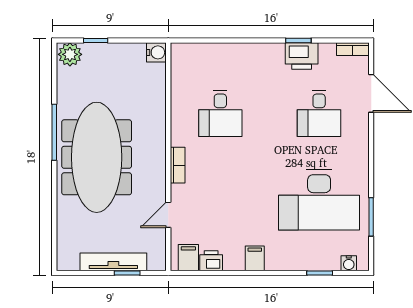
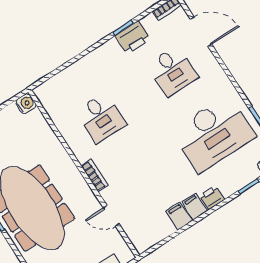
door: (168, 215) -> (111, 216), hinge flipped
filing cabinet: (188, 258) -> (179, 216), moved
printer: (211, 261) -> (212, 198), moved

